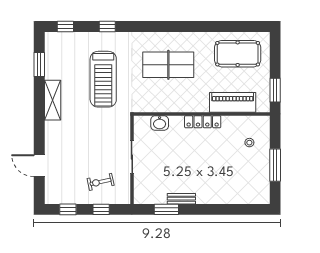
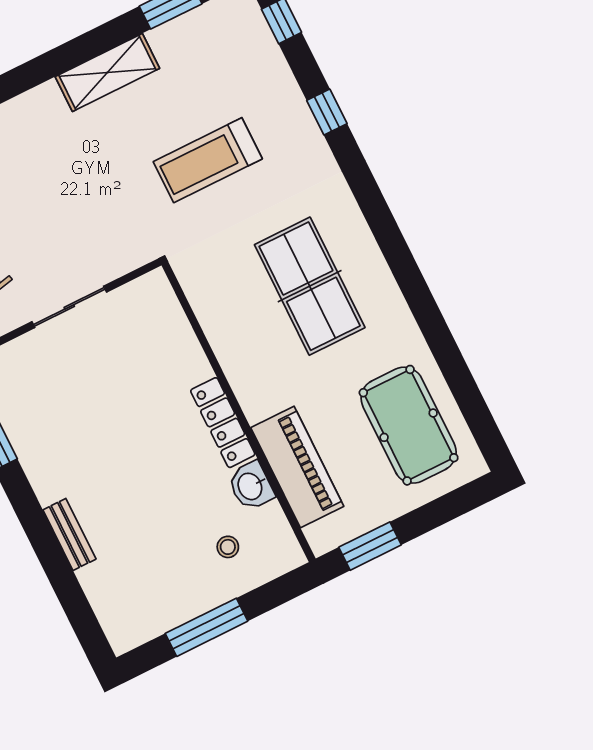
treadmill: (103, 79) -> (208, 160), width x0.73, depth x0.73
washbasin: (160, 123) -> (251, 486), moved
bench: (181, 199) -> (69, 534), moved

